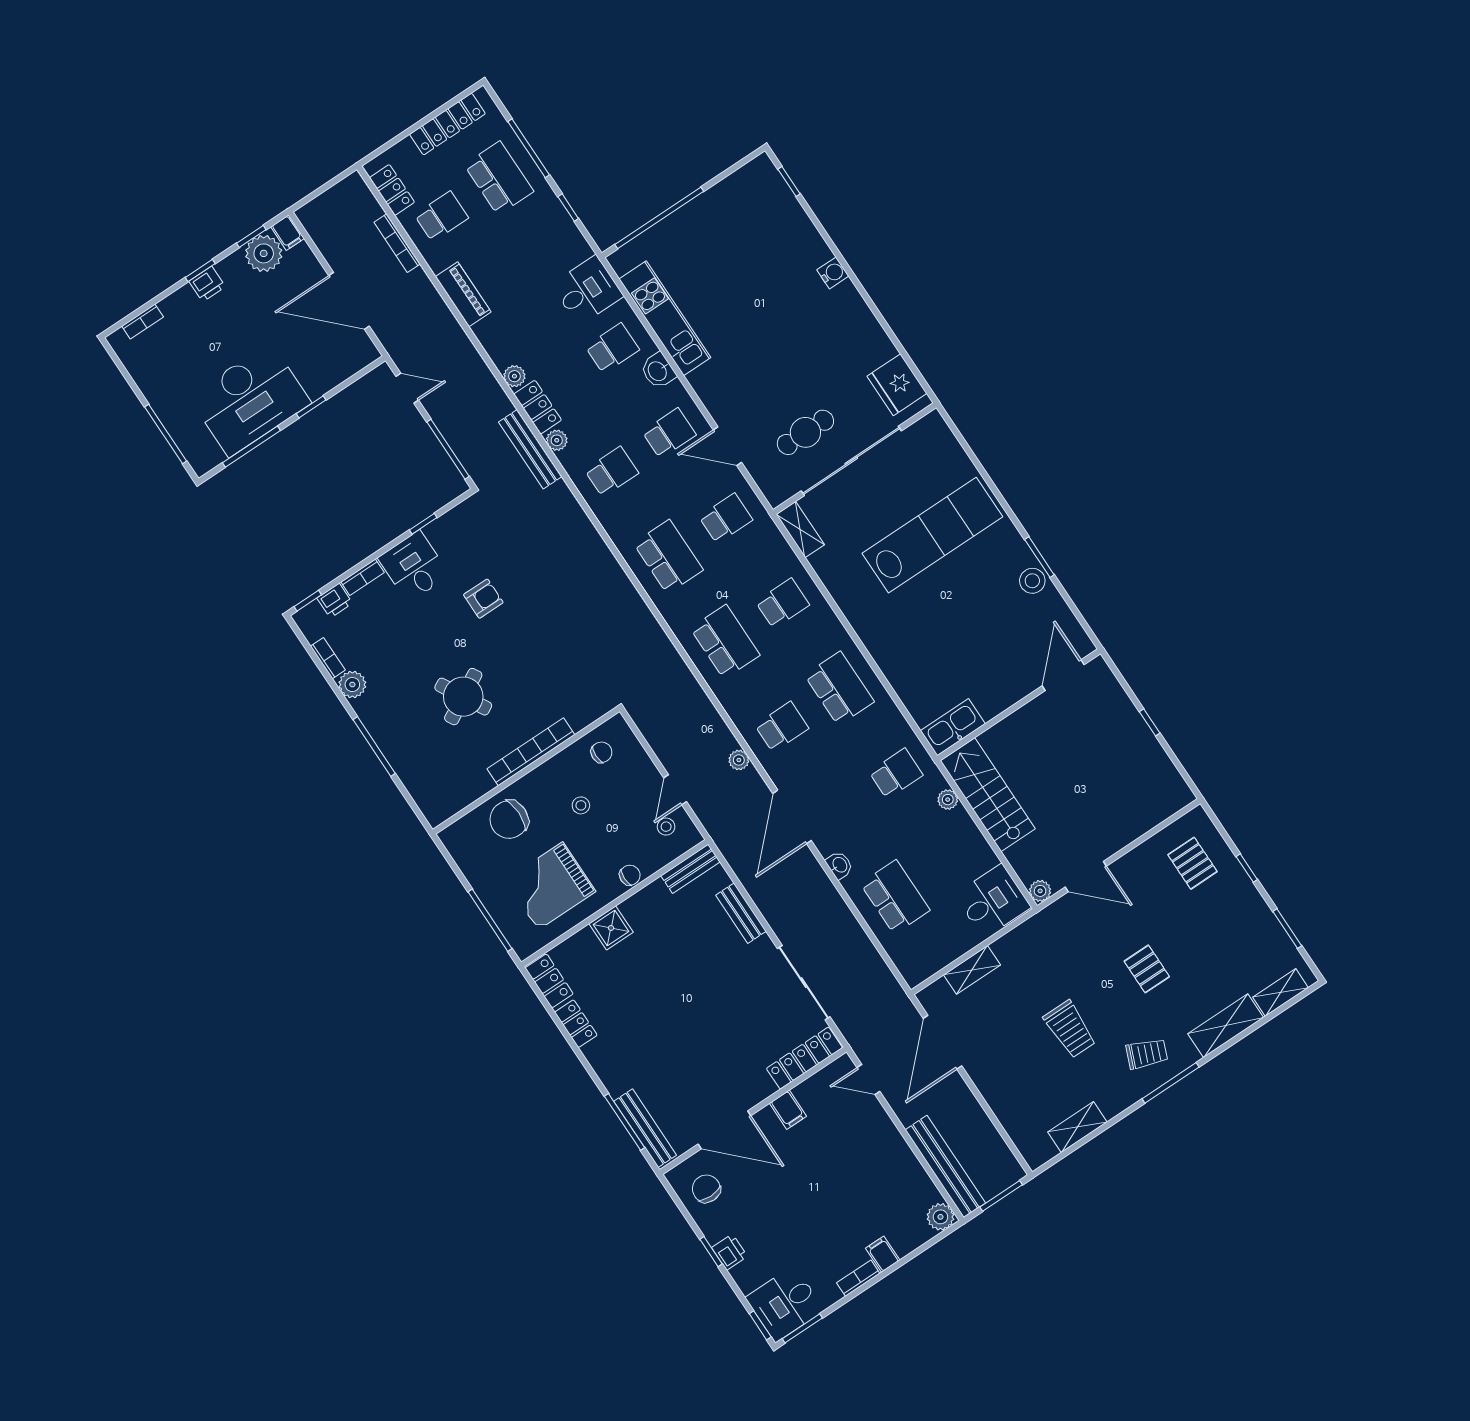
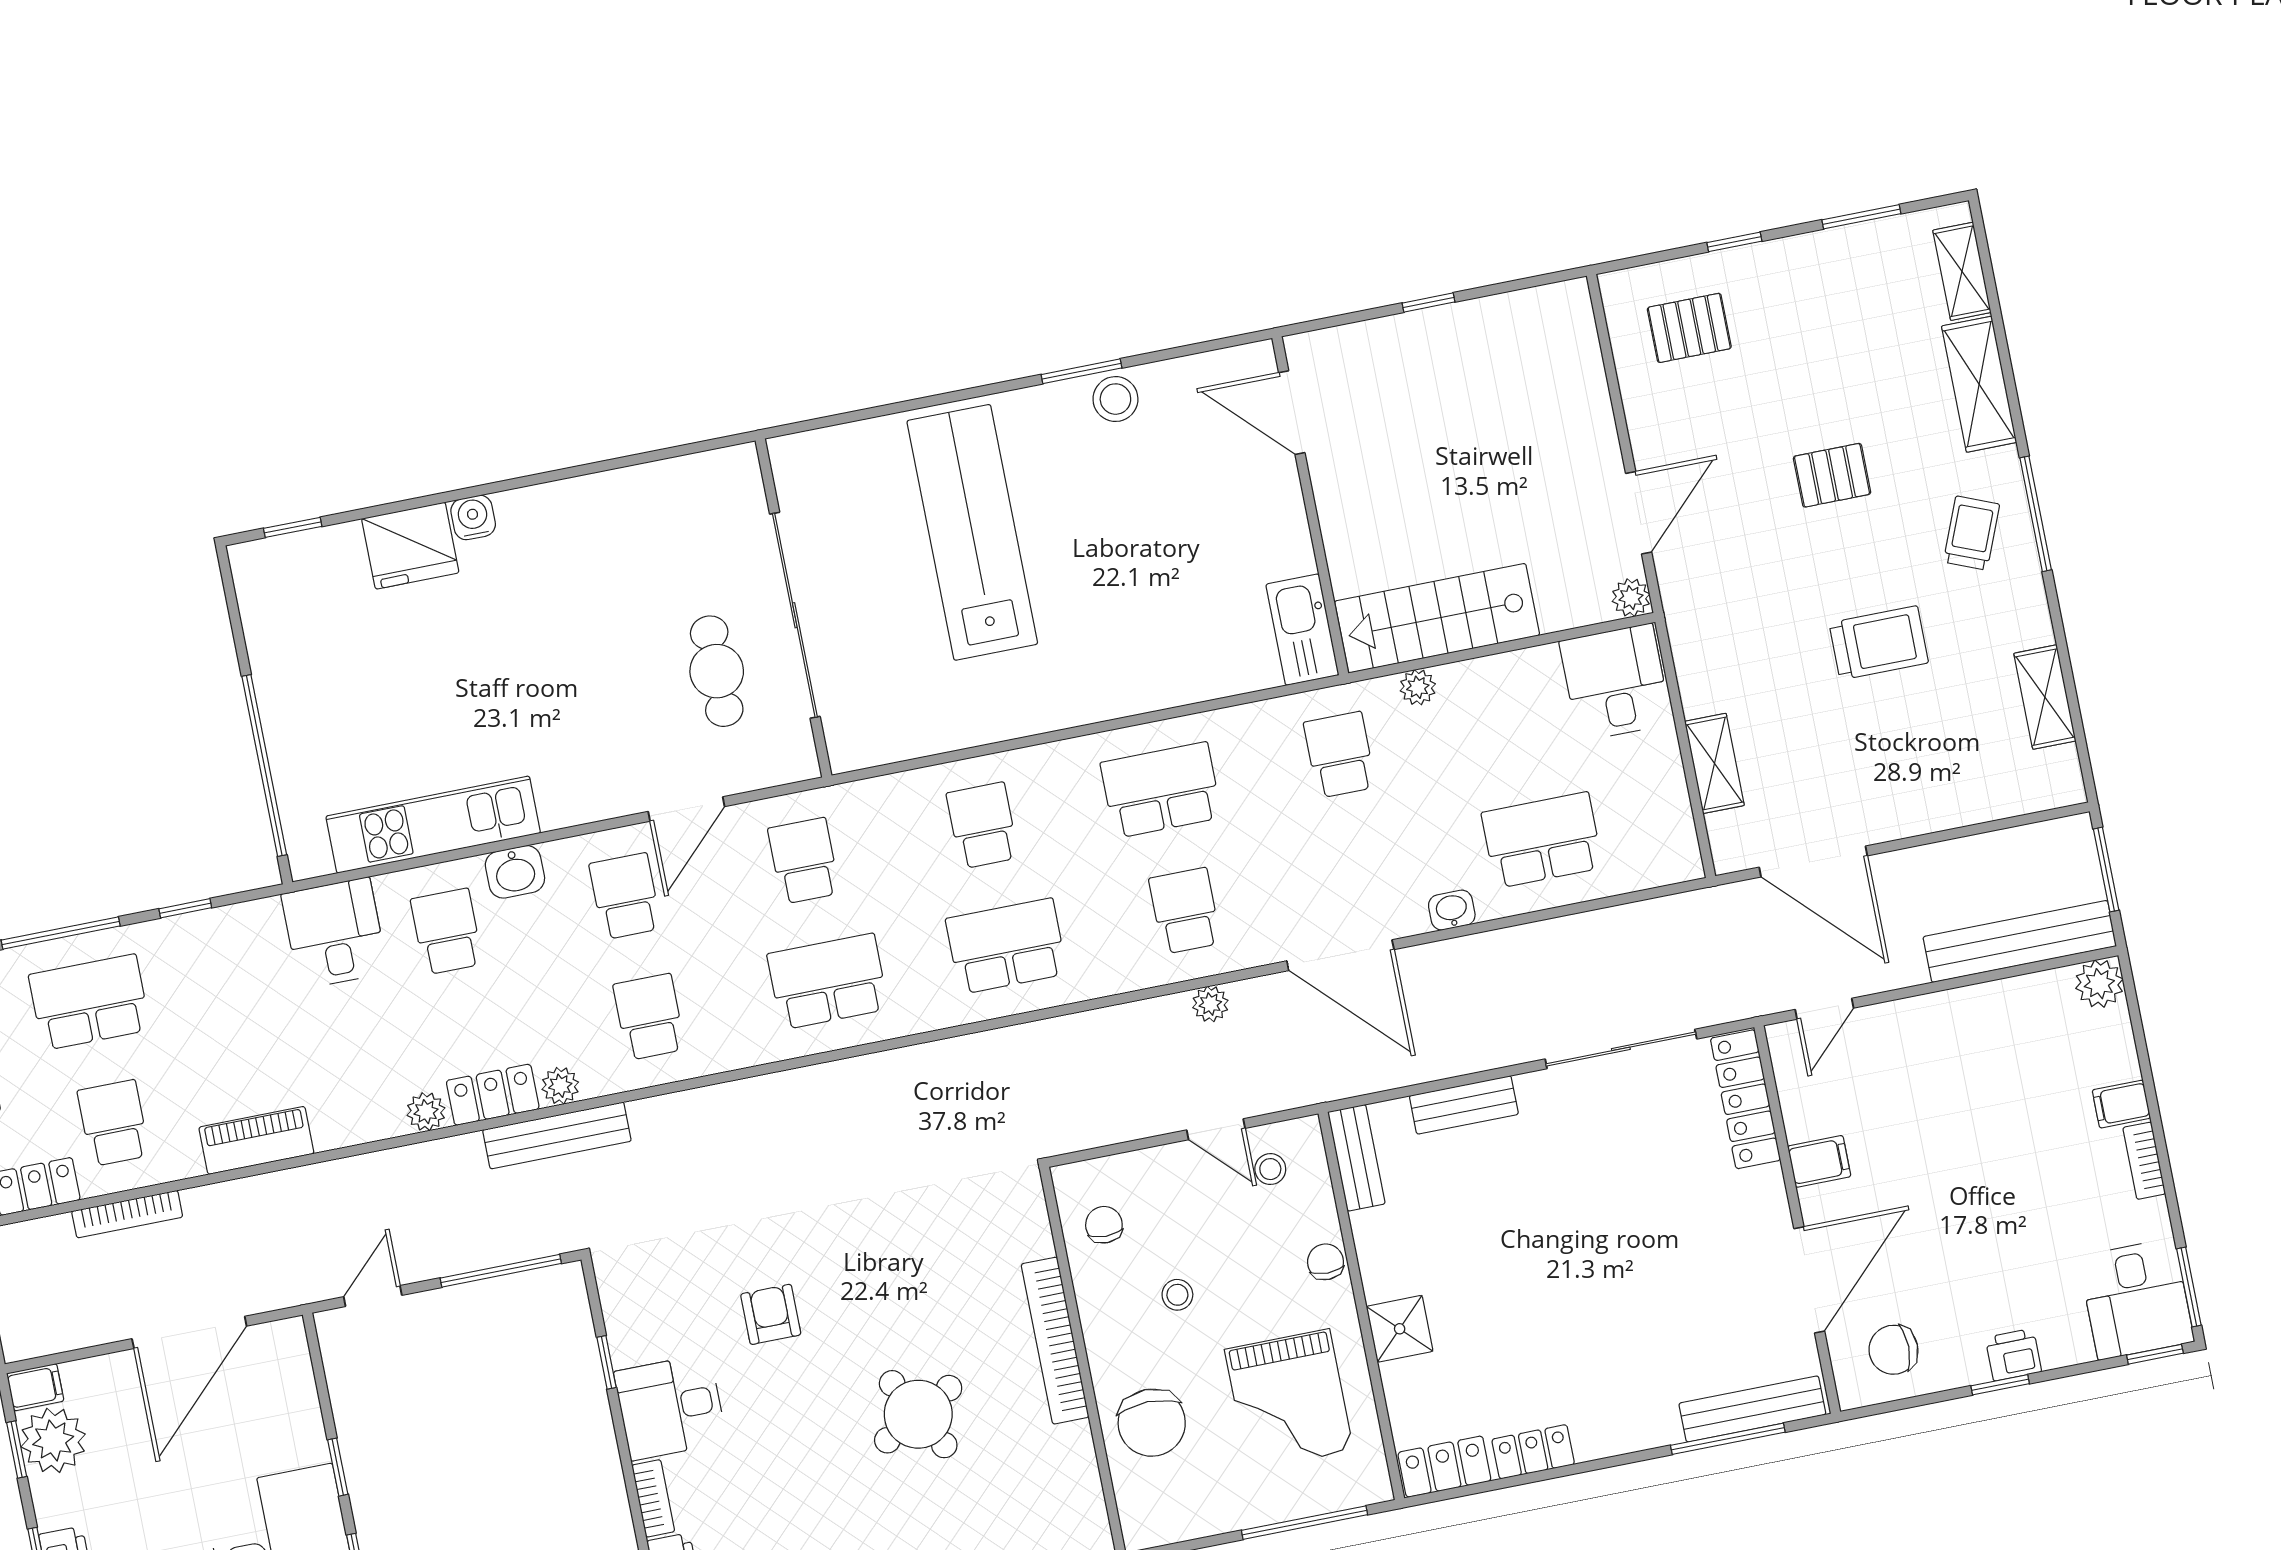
fridge: (897, 385) -> (410, 546), moved
shelving: (800, 530) -> (873, 746), removed

